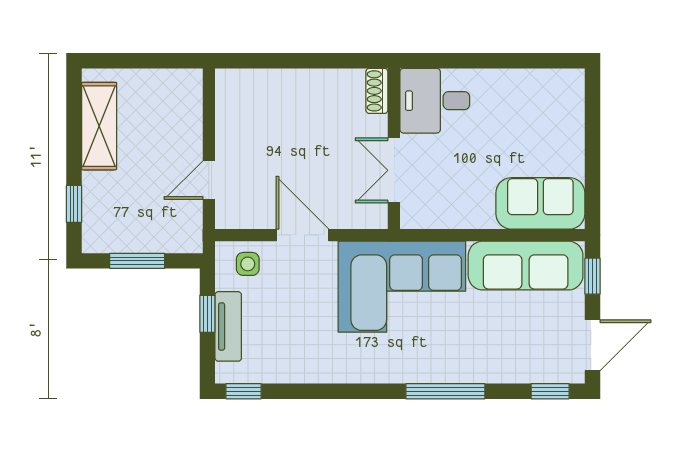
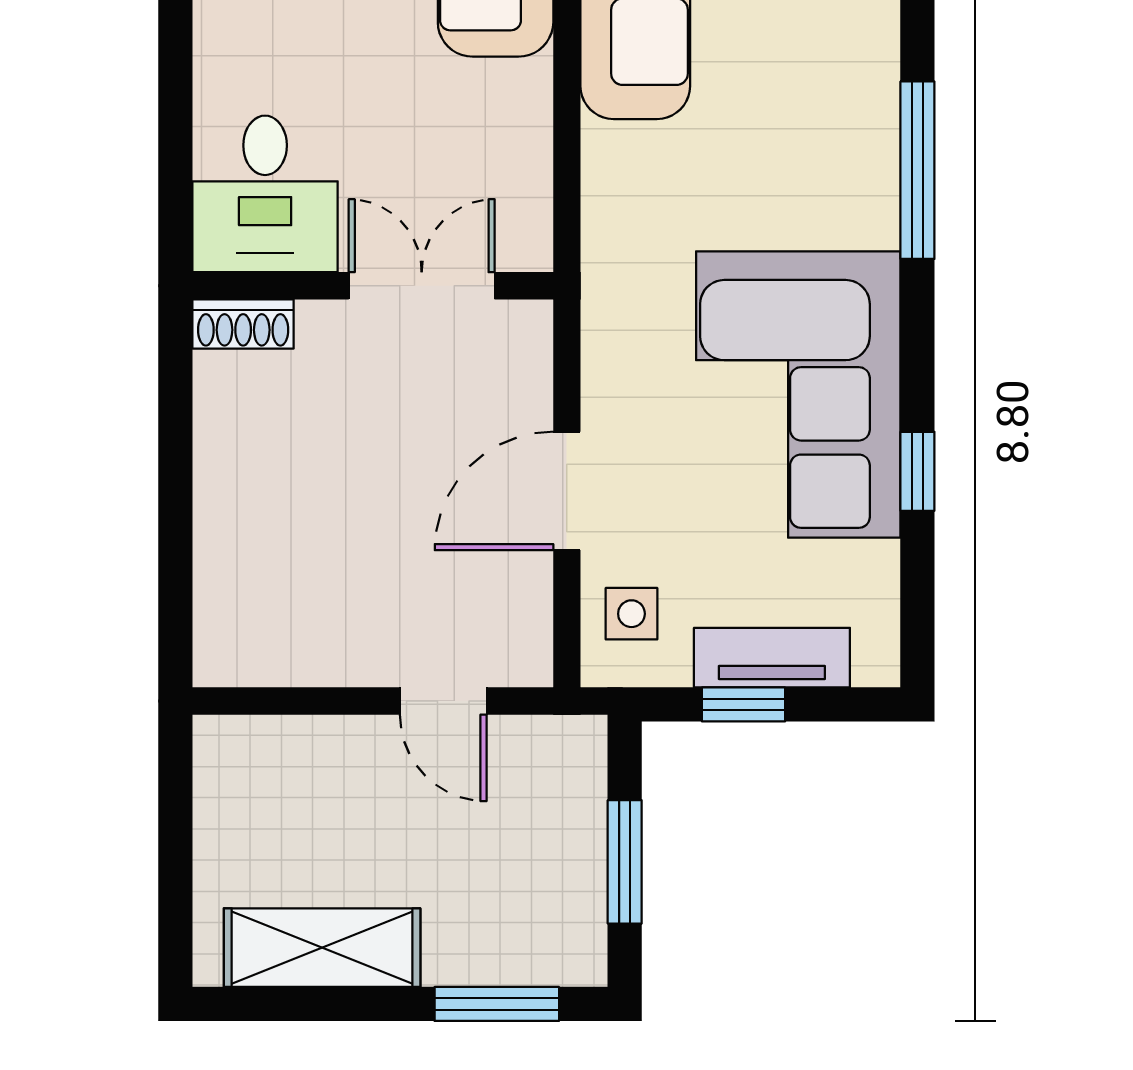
double door: (394, 170) -> (422, 286), swing flipped
window: (74, 204) -> (497, 1004), width x1.50
corner sofa: (402, 287) -> (798, 395), moved, turned 180
window: (244, 391) -> (917, 471), moved

